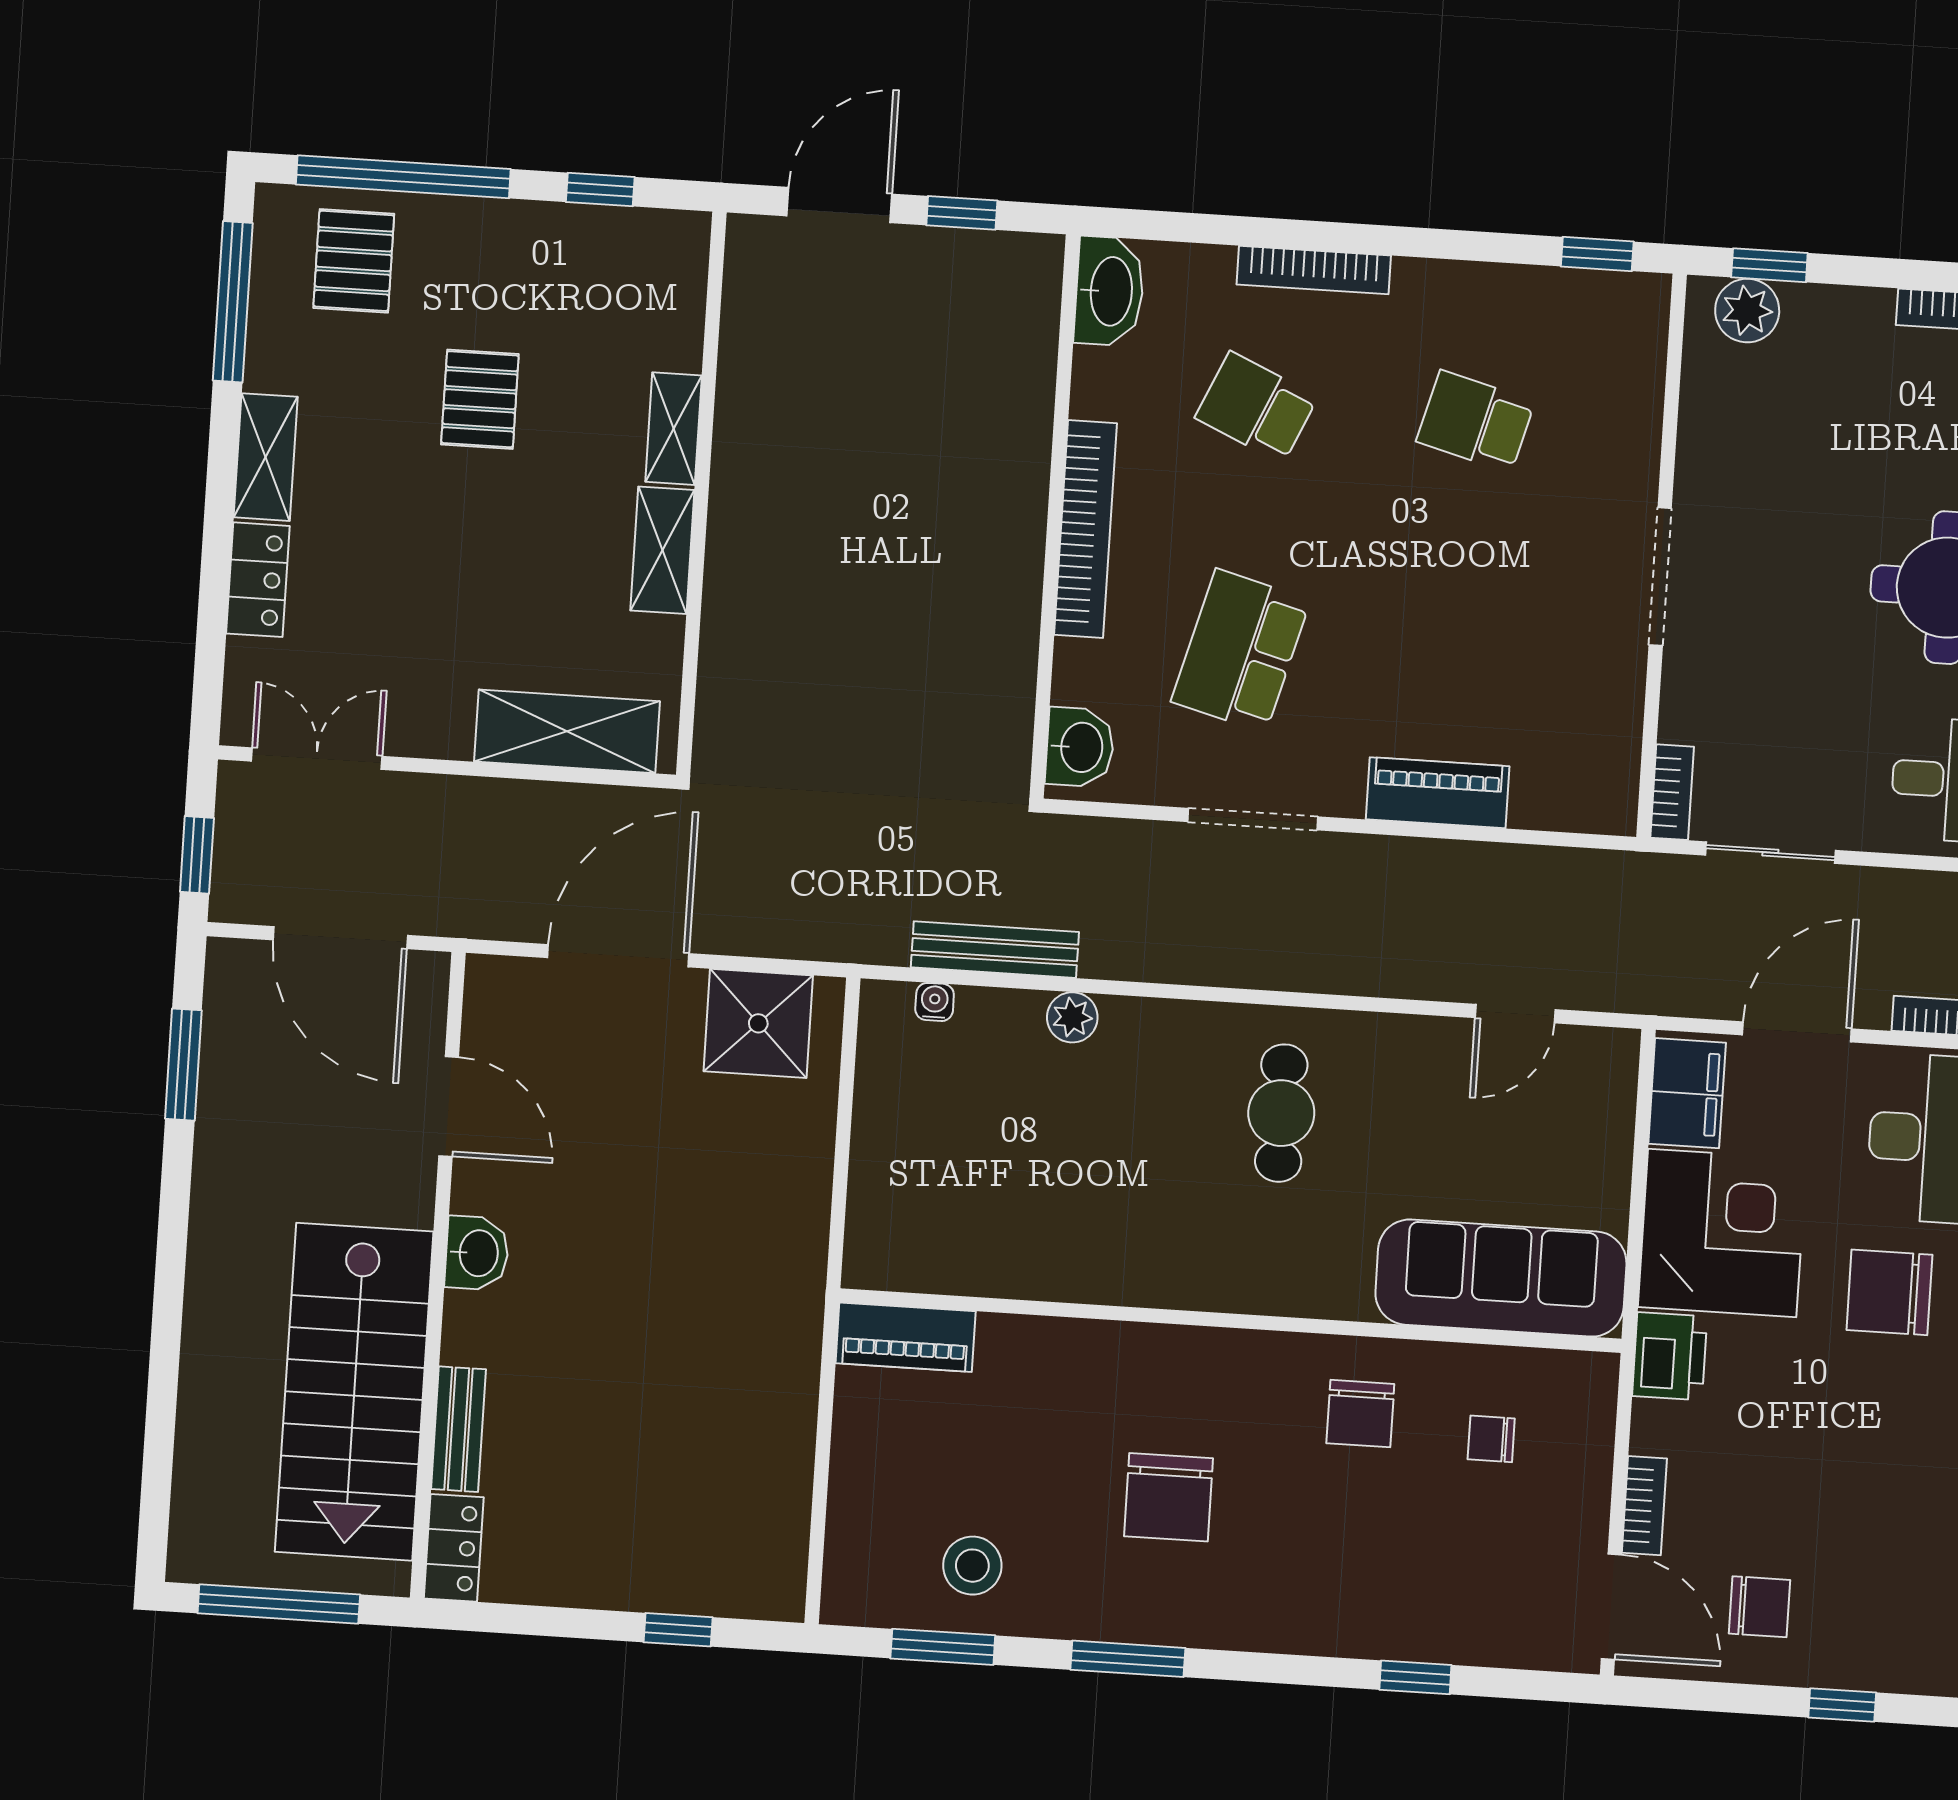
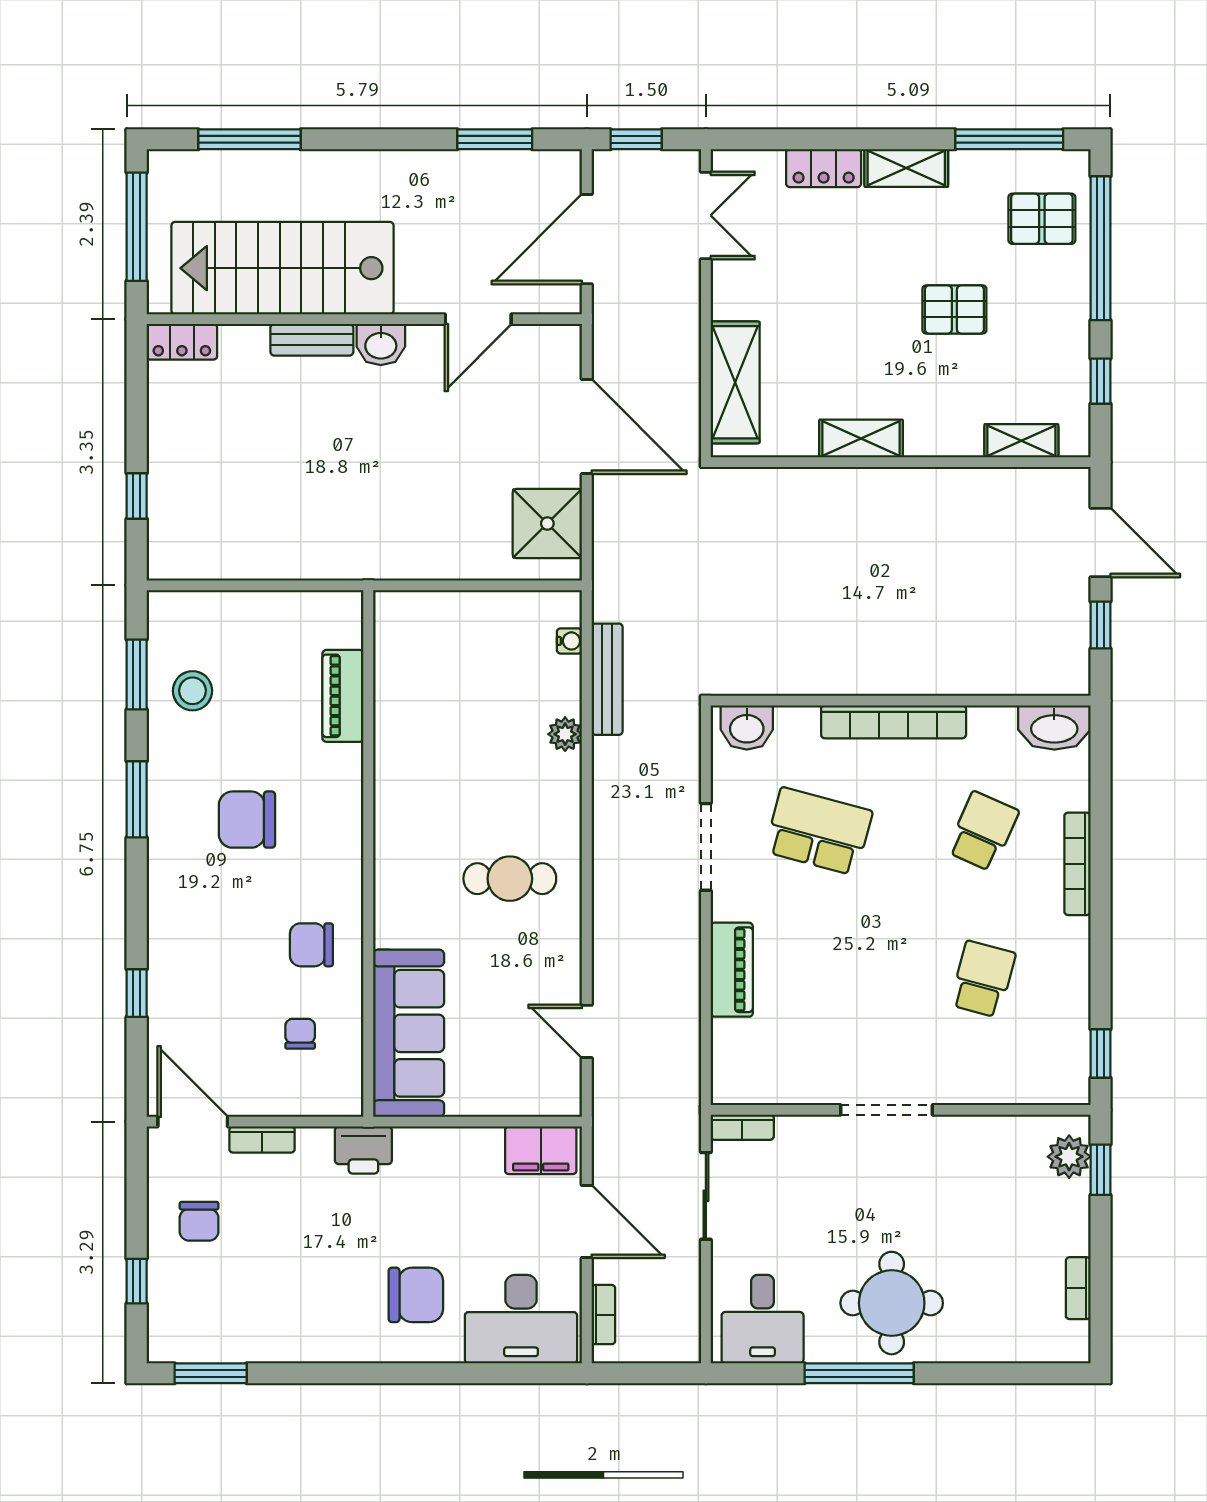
shelving: (674, 429) -> (1021, 441), moved
corner desk: (1722, 1233) -> (448, 1180), removed
chair: (1889, 1292) -> (416, 1295), turned 90
piano: (906, 1337) -> (343, 696), moved
window: (160, 1428) -> (249, 139), added
bench: (458, 1429) -> (312, 340), moved
door: (1611, 1607) -> (193, 1122), swing flipped

